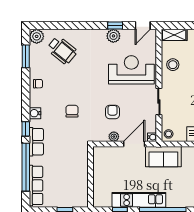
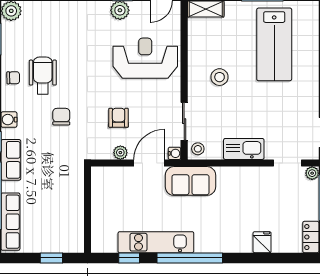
wheelchair: (62, 50) -> (43, 76), moved, turned -129
stool: (173, 65) -> (220, 77), moved
sliding door: (159, 102) -> (184, 121), moved

